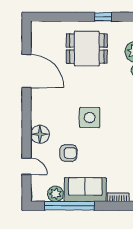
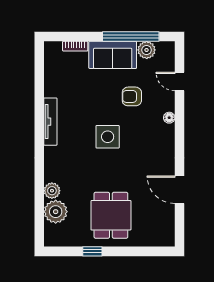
dining table: (87, 49) -> (111, 215), turned 90
door: (27, 71) -> (179, 190), width x0.73
floor lamp: (40, 134) -> (169, 118), width x0.53, depth x0.53

